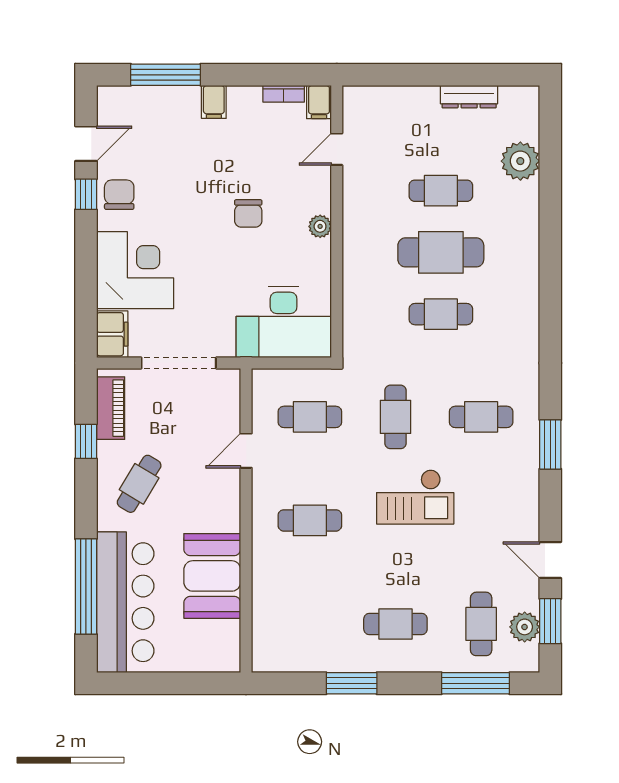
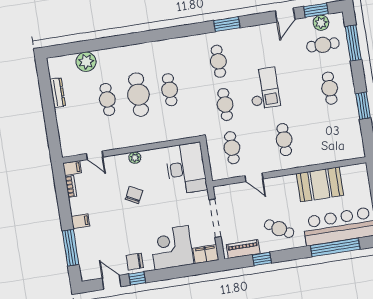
chair: (248, 213) -> (134, 195), turned -63
cafe table: (395, 417) -> (225, 104), turned 90

